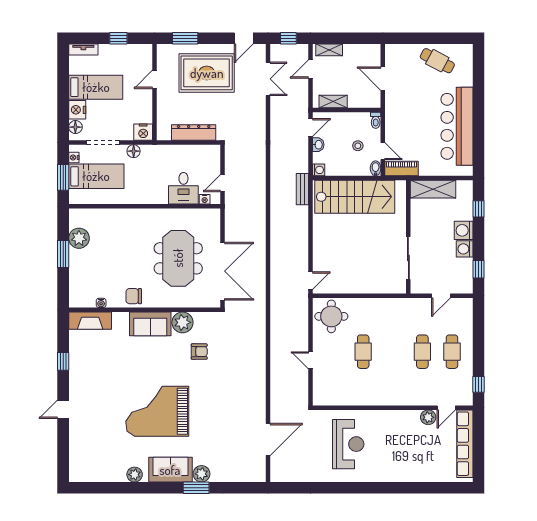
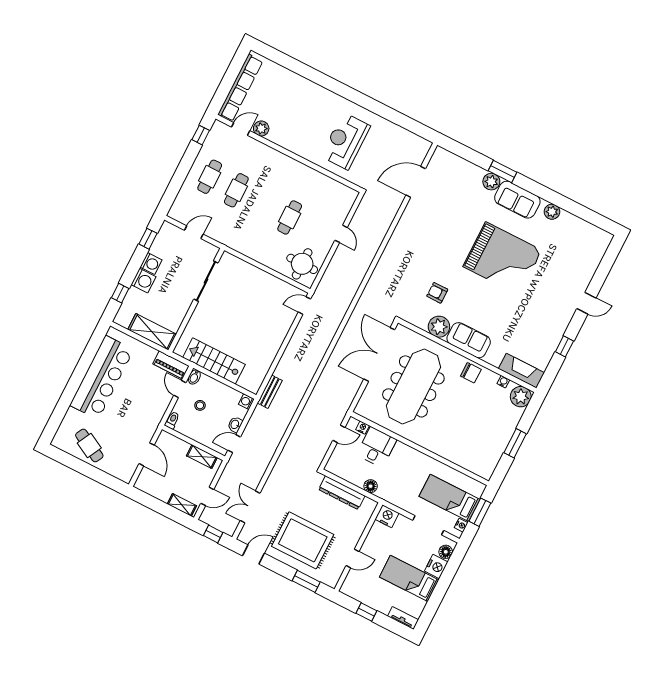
floor lamp: (134, 151) -> (371, 486), moved
stairs: (355, 197) -> (214, 361), width x0.73, depth x0.66
plant: (79, 238) -> (521, 397), moved
meeting table: (178, 258) -> (413, 386), width x1.36

